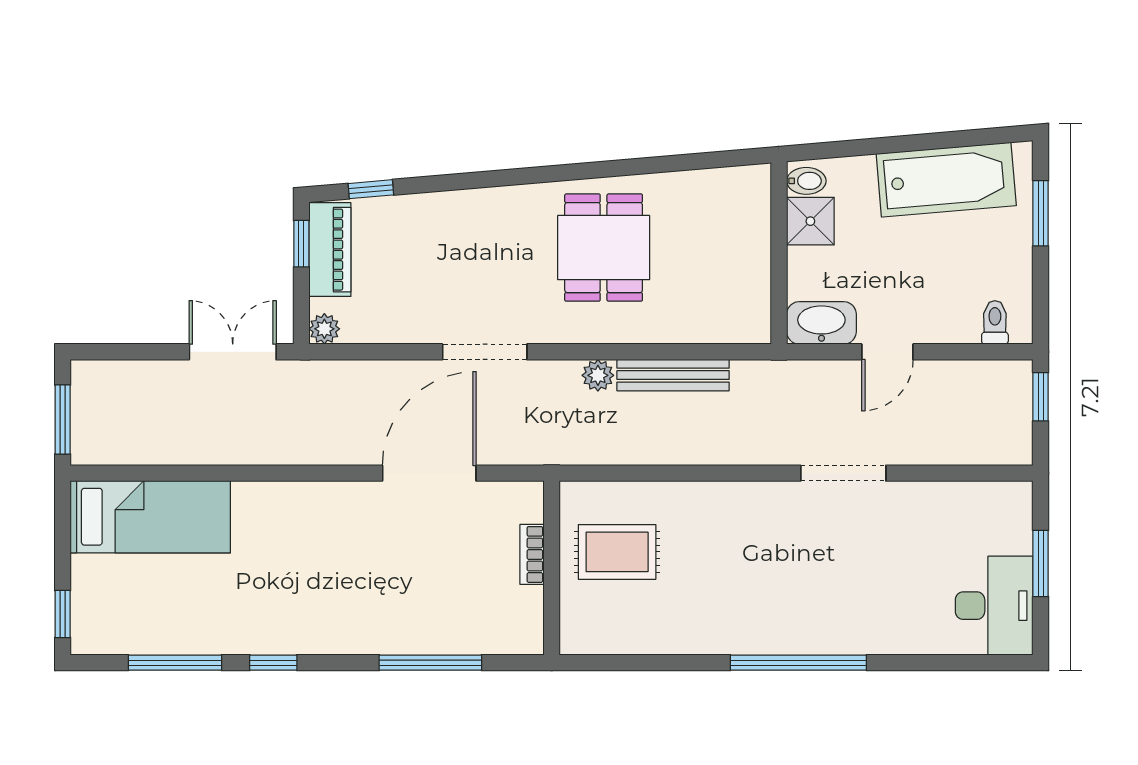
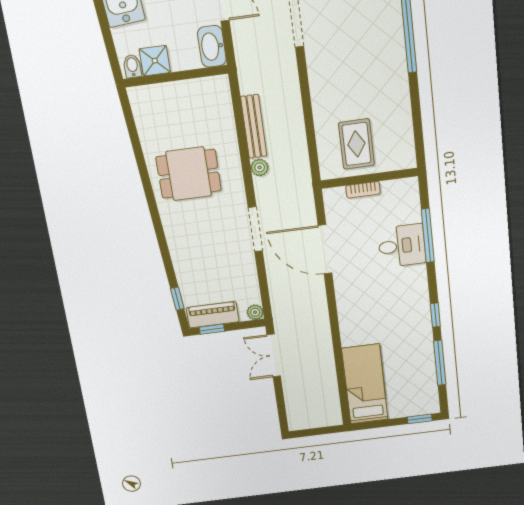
window: (63, 420) -> (320, 431), removed
desk: (417, 614) -> (402, 246), added

